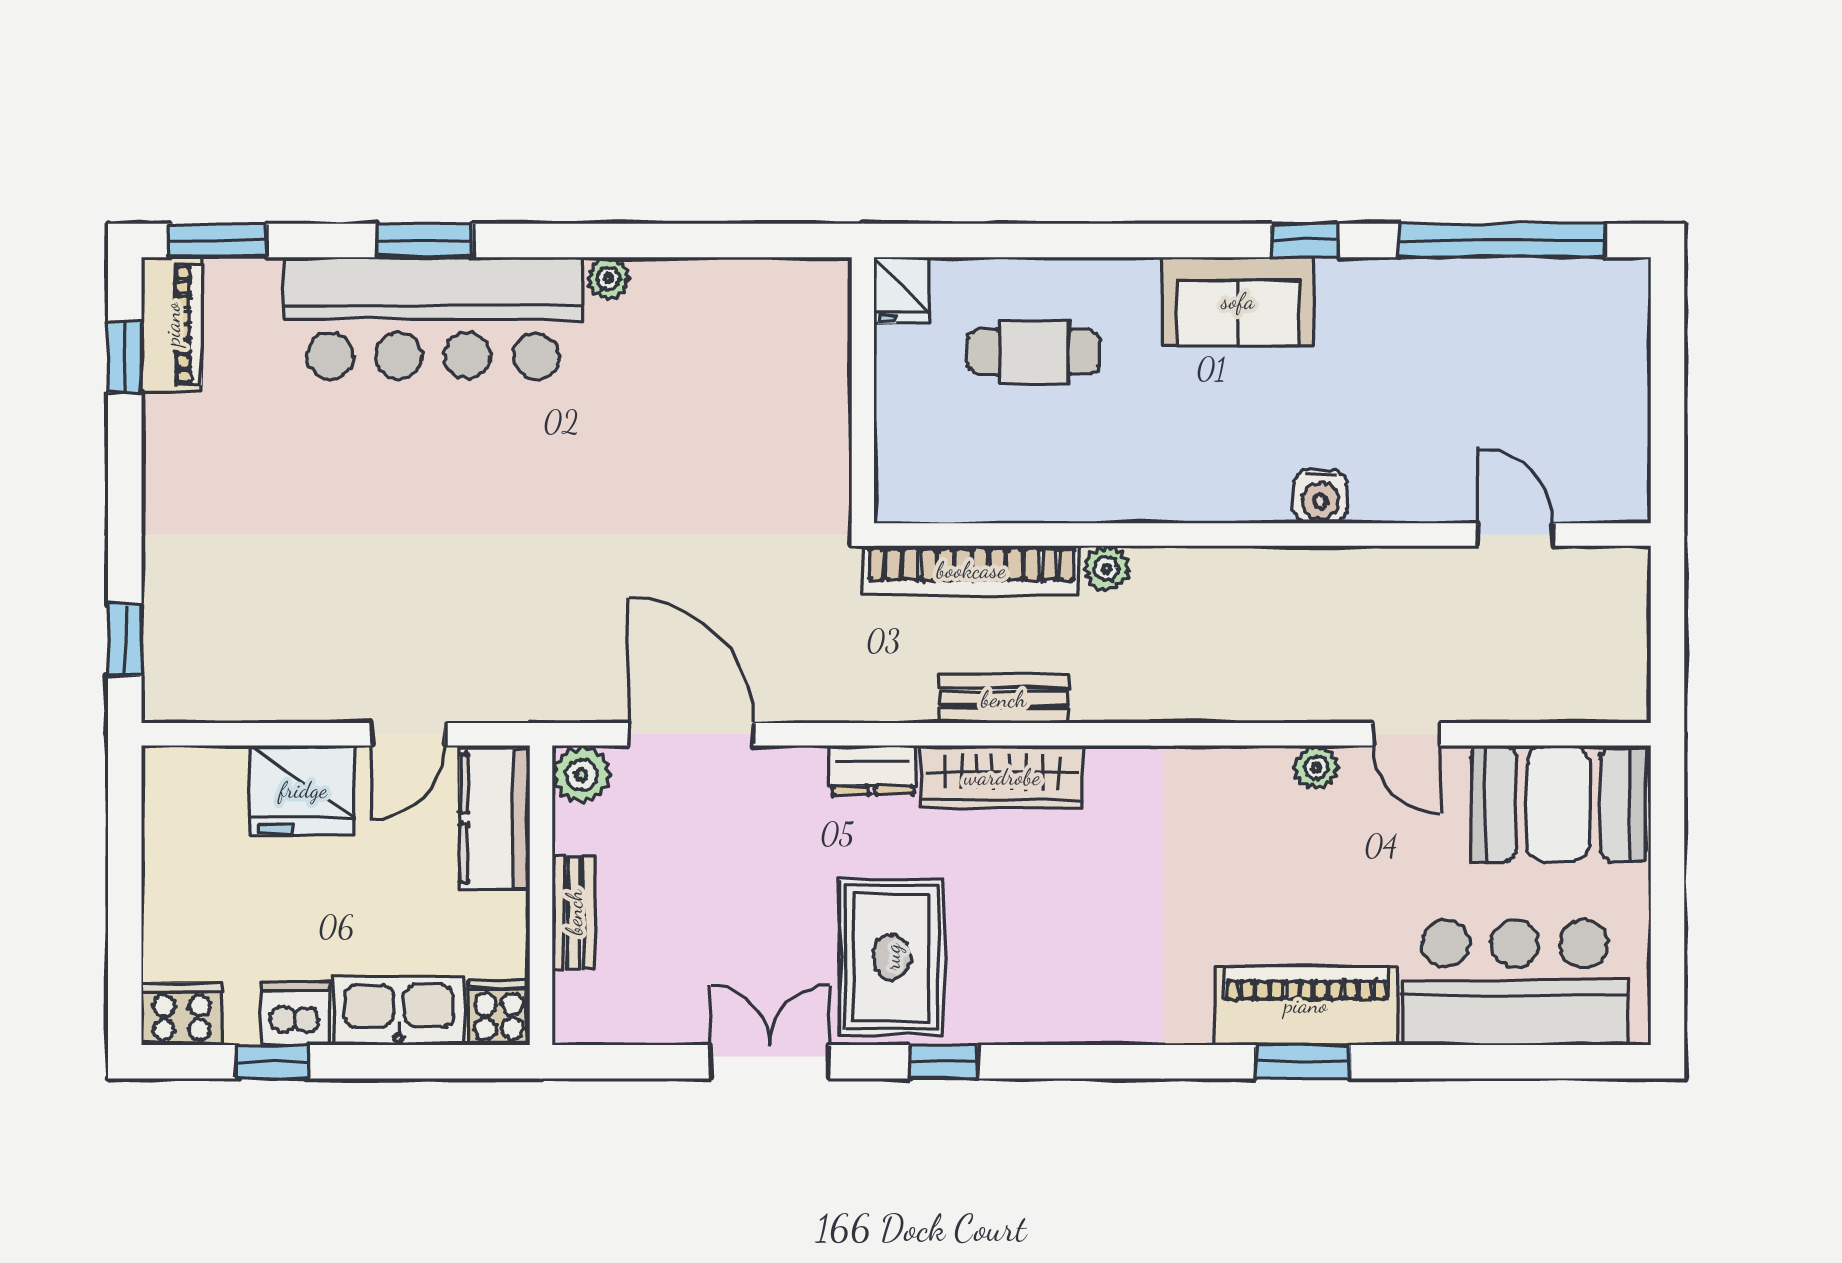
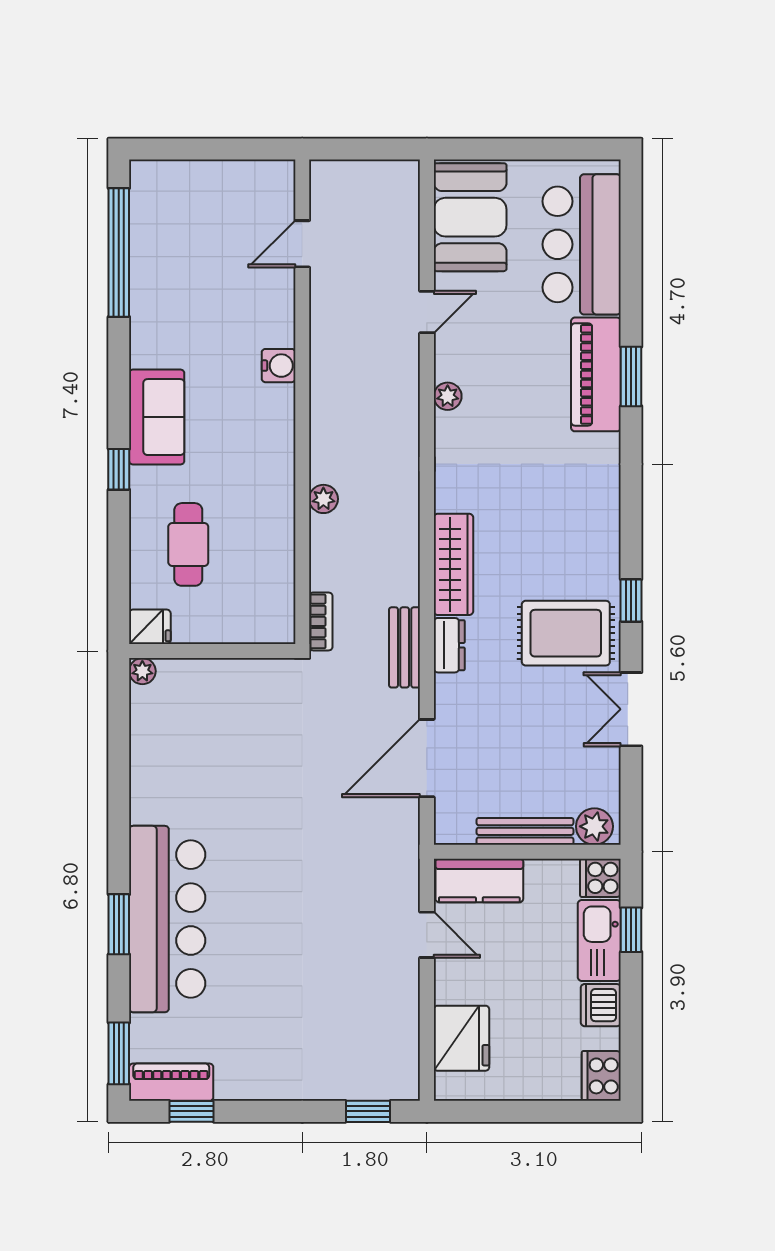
window: (1304, 240) -> (119, 469), moved
plant: (608, 278) -> (142, 671), moved
bookcase: (971, 570) -> (321, 621), width x0.43, depth x0.76
bench: (1004, 699) -> (405, 647), moved
plant: (1316, 768) -> (448, 396), moved
plant: (582, 775) -> (594, 826), moved
fridge: (303, 790) -> (461, 1038), moved
bench: (574, 912) -> (525, 831), width x1.36
window: (272, 1062) -> (631, 930), moved

